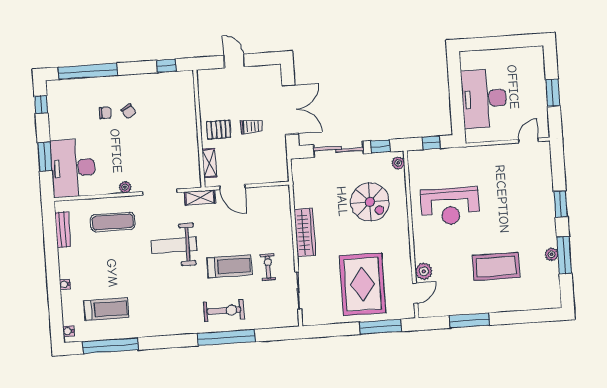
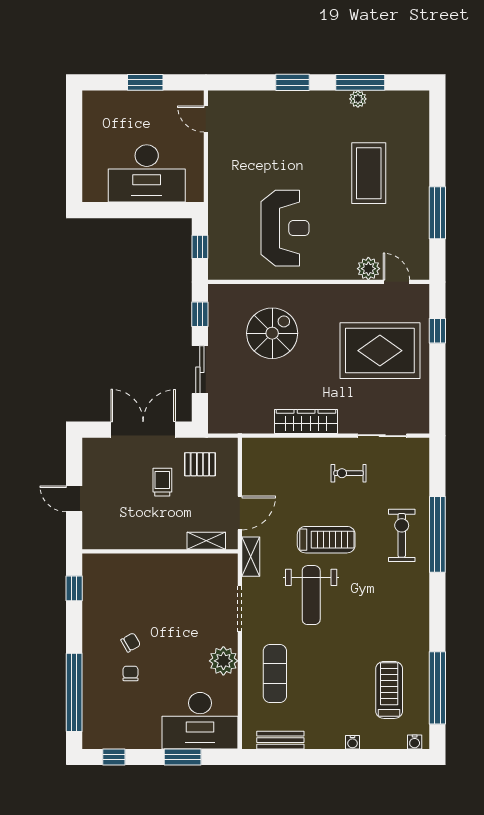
door: (234, 61) -> (74, 499), hinge flipped
pallet: (219, 130) -> (200, 464), moved, turned 90
sliding door: (339, 149) -> (200, 370), width x0.73
plant: (398, 163) -> (223, 292), removed
plant: (125, 187) -> (223, 661), width x1.88, depth x1.88
treadmill: (229, 266) -> (326, 540), moved, turned 90
window: (380, 327) -> (437, 331), width x0.46

